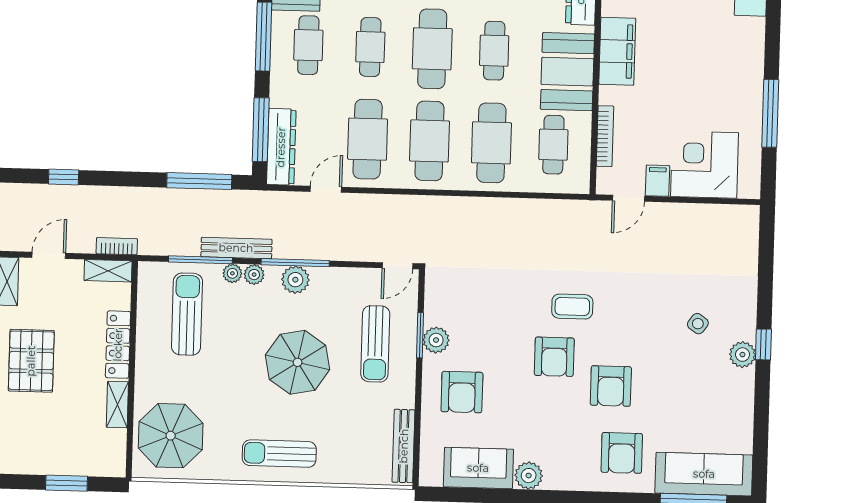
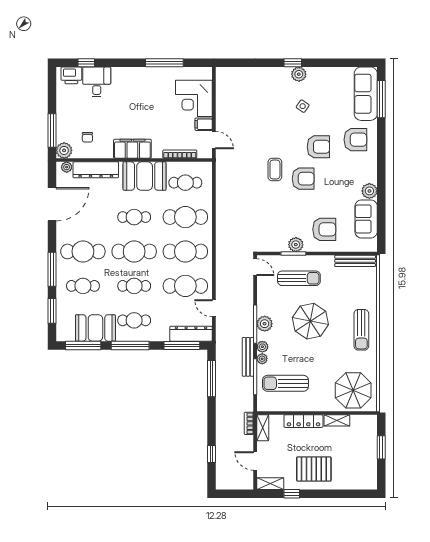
side table: (698, 324) -> (303, 106), moved

